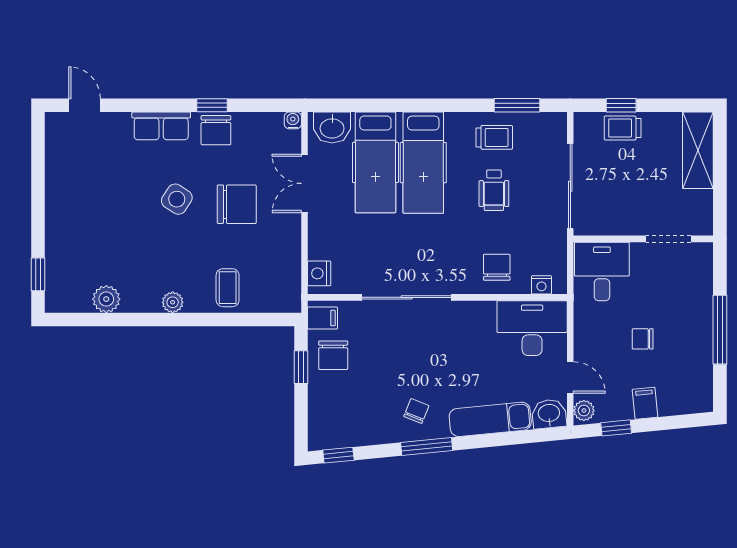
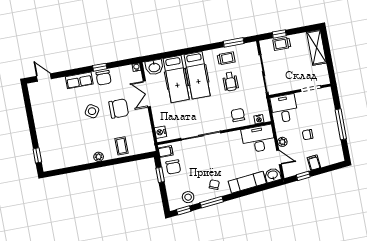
plant: (106, 299) -> (69, 161), removed
plant: (584, 411) -> (282, 142), moved
stool: (353, 428) -> (188, 197), added
window: (427, 446) -> (212, 202), moved

